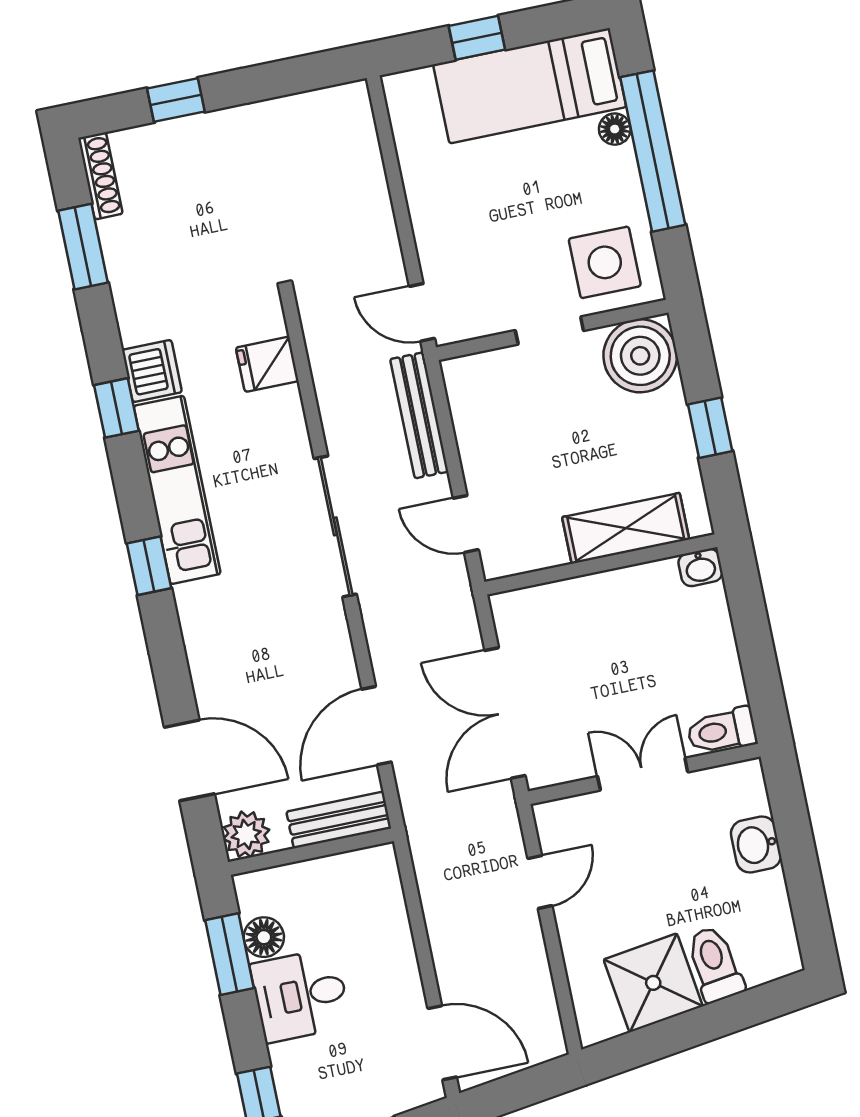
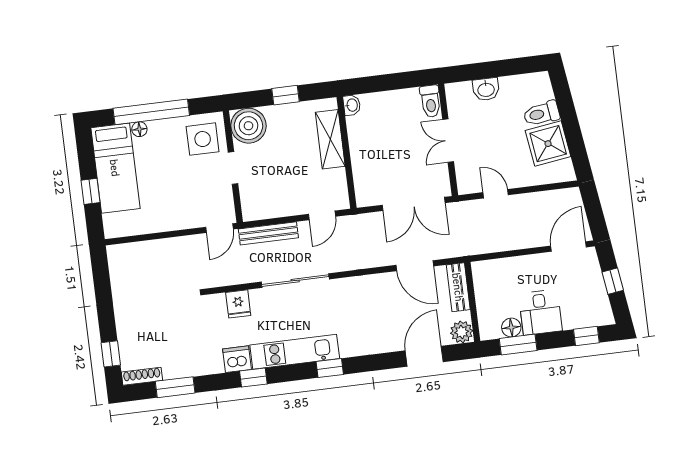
window: (176, 100) -> (111, 354), moved
sliding door: (335, 526) -> (295, 281), moved

